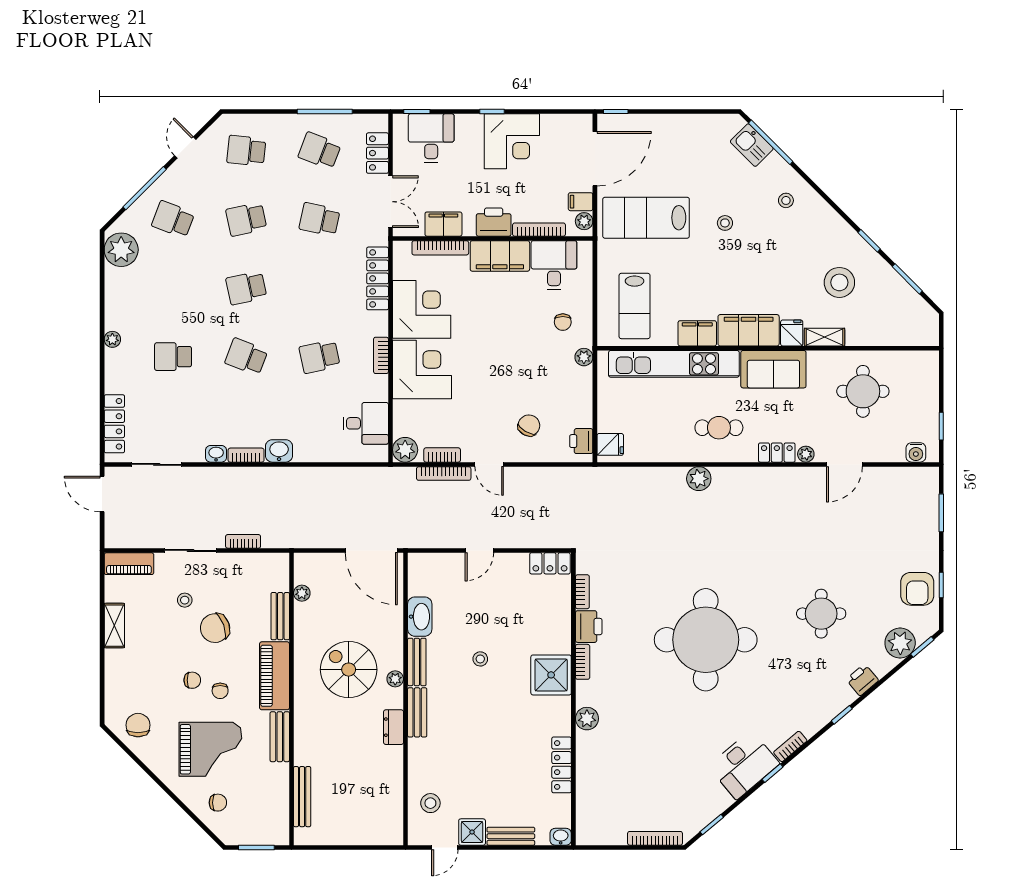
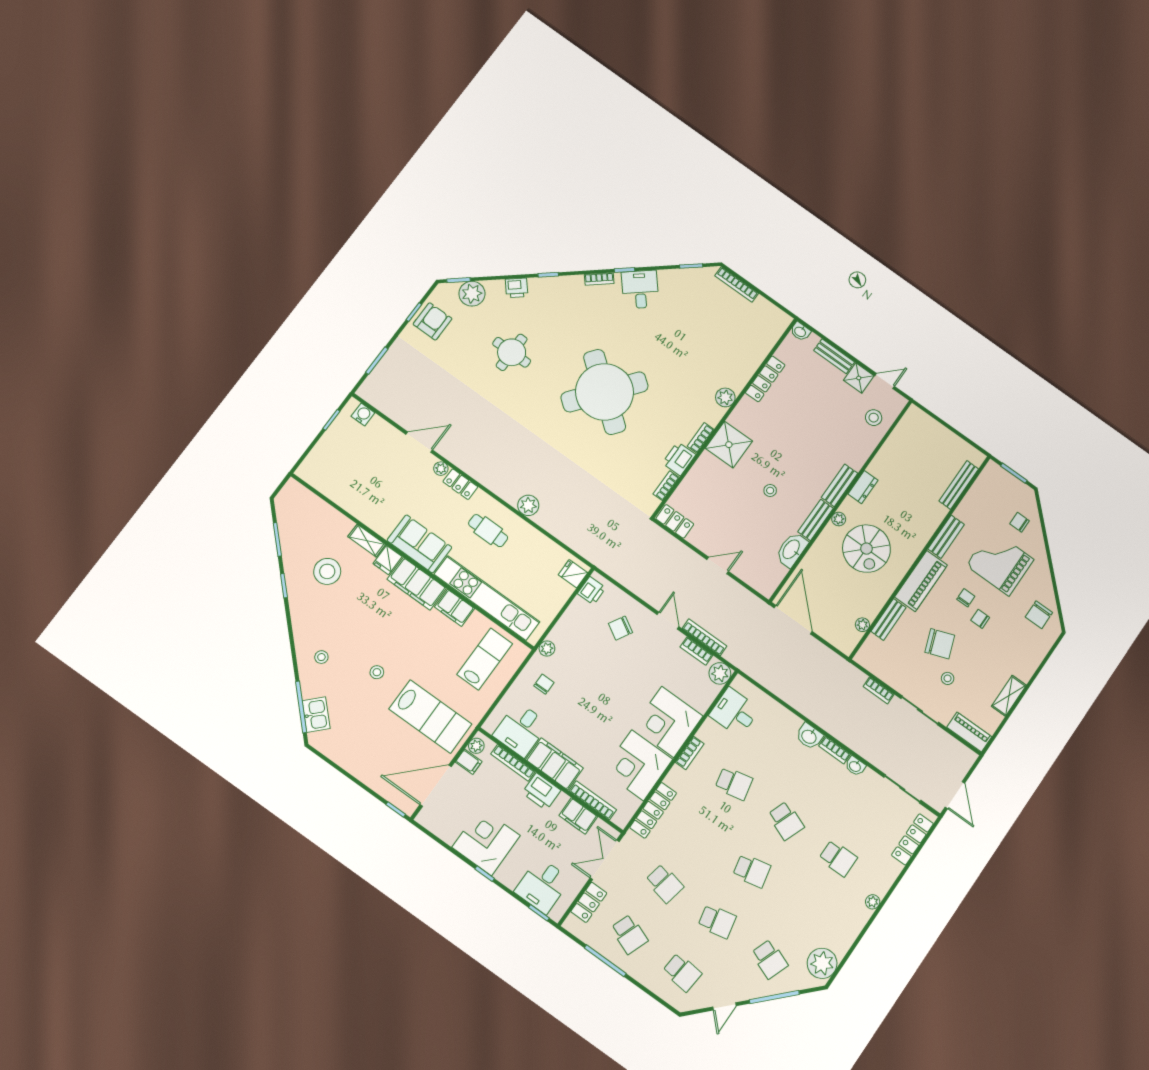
round table: (863, 391) -> (368, 483), removed
round table: (706, 640) -> (605, 392), turned 38
desk: (744, 765) -> (640, 289), width x0.73

